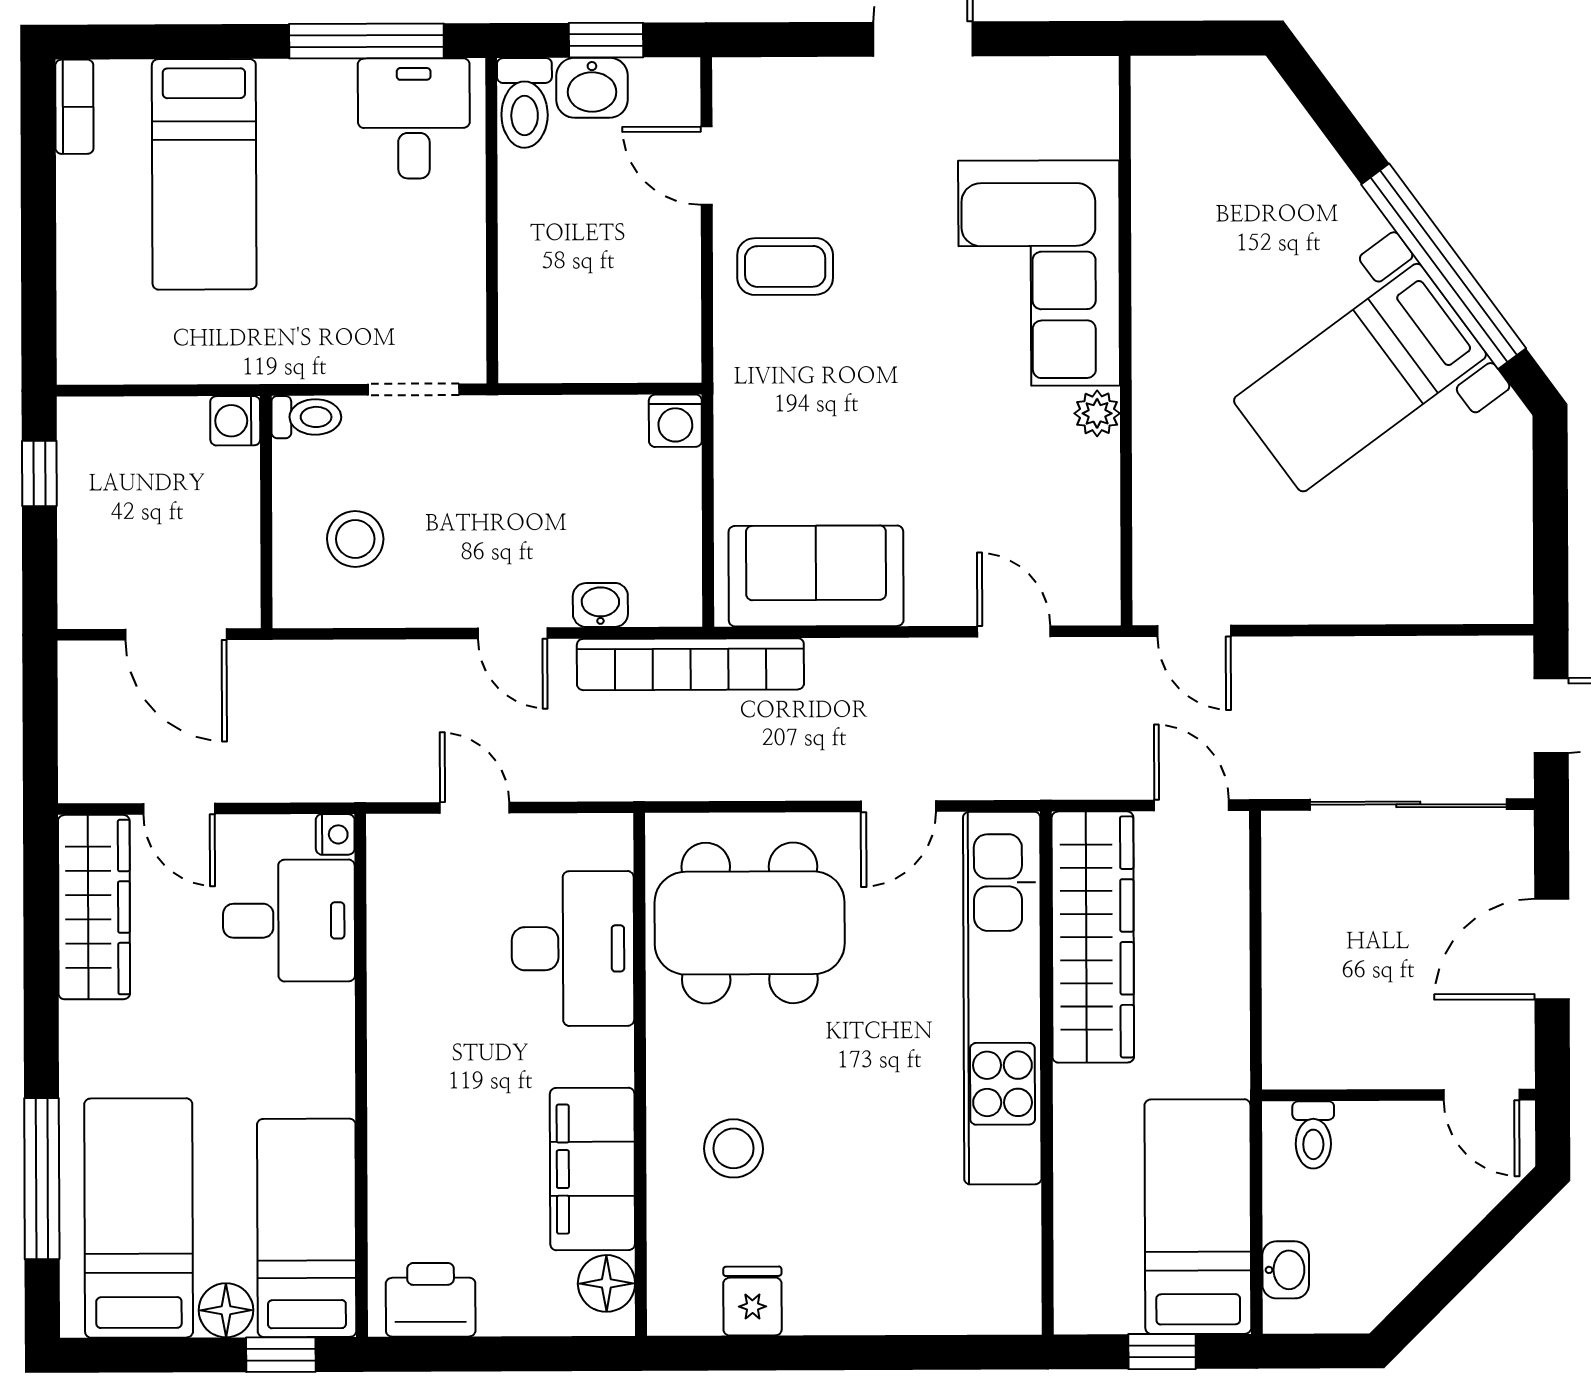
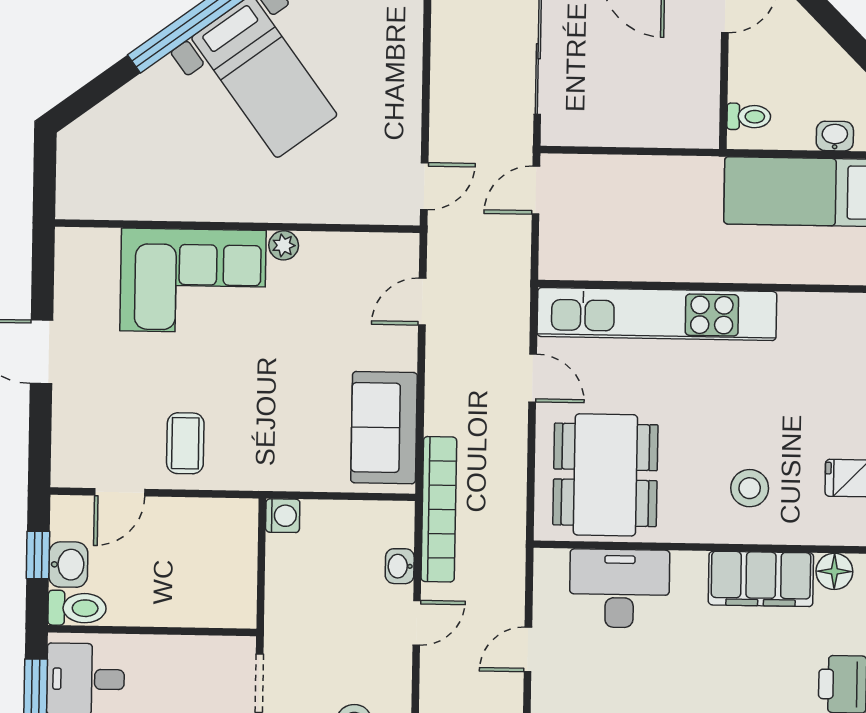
wardrobe: (1093, 937) -> (619, 255), removed

